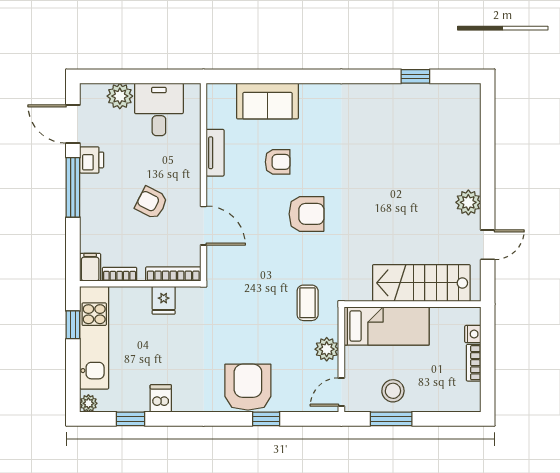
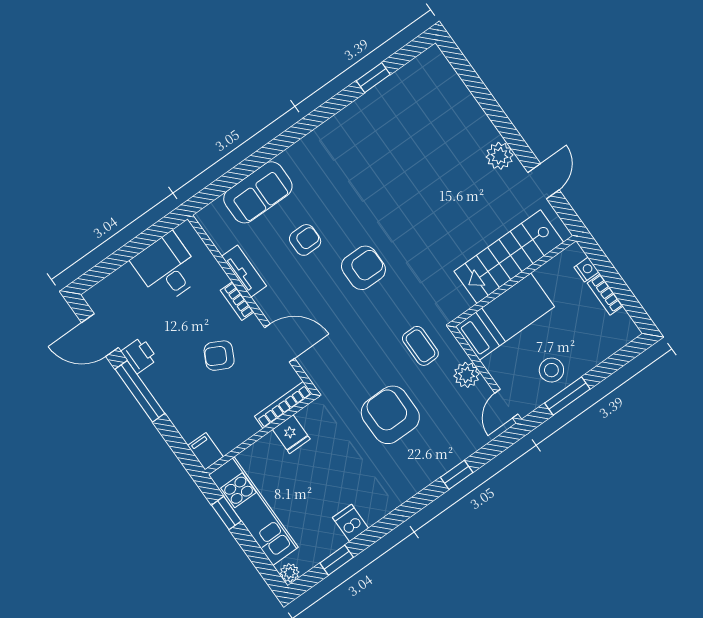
plant: (120, 96) -> (124, 281), removed
bookcase: (120, 274) -> (237, 301), moved, turned -90
armchair: (248, 387) -> (390, 415), moved

